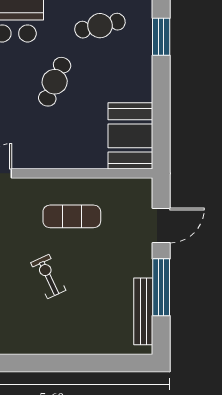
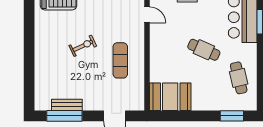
window: (161, 287) -> (64, 116), moved
bench: (143, 311) -> (67, 105), width x0.73

